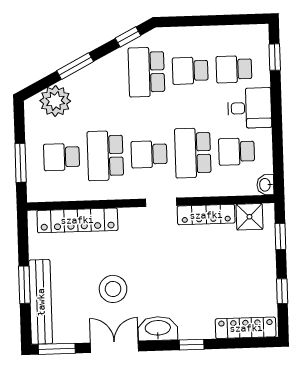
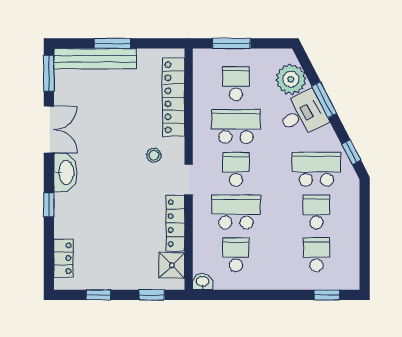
desk: (250, 108) -> (302, 114), moved, turned -117
stool: (113, 289) -> (154, 155), moved, width x0.53, depth x0.53
locker: (246, 328) -> (64, 258), width x0.66

